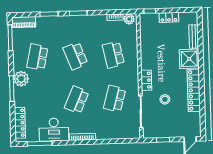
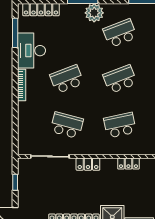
locker: (145, 47) -> (128, 164), added
school desk: (37, 57) -> (120, 33), turned -33
stool: (165, 99) -> (64, 186), removed
school desk: (77, 100) -> (67, 79), turned -45

